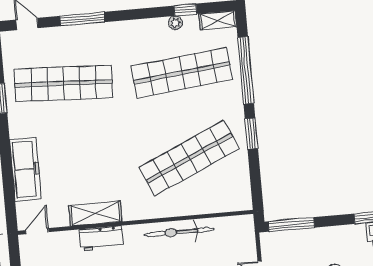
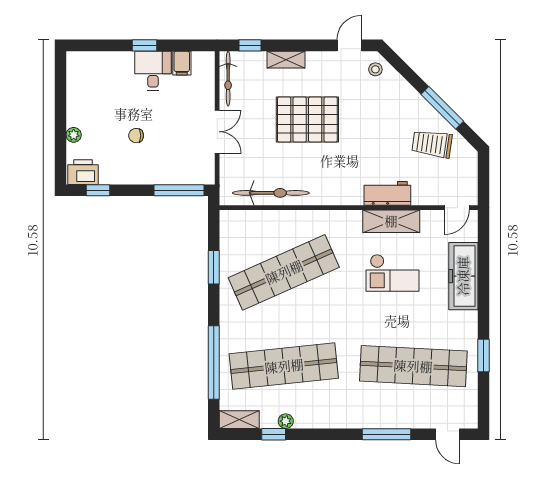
window: (251, 134) -> (214, 267), moved
checkout: (90, 166) -> (392, 273), added
bicycle: (179, 232) -> (271, 193), moved

